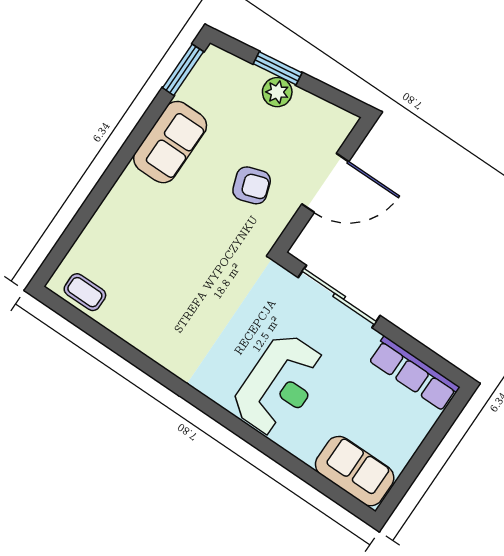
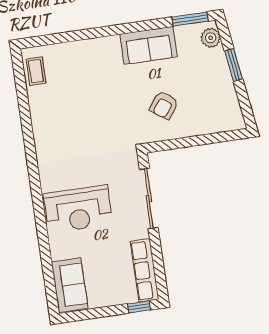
plant: (277, 92) -> (211, 38), moved
door: (325, 183) -> (199, 140), removed
armchair: (252, 185) -> (164, 105), turned 55
window: (449, 417) -> (139, 307), added

